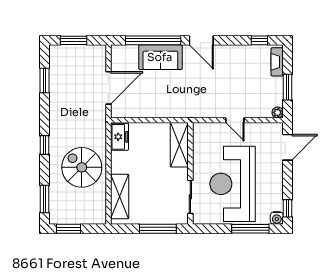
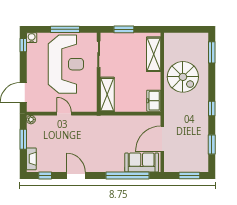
door: (201, 40) -> (76, 176), moved
sofa: (160, 57) -> (142, 162), moved
window: (44, 145) -> (212, 108), moved
window: (69, 229) -> (193, 29), removed
window: (158, 229) -> (124, 29), width x0.69
window: (250, 229) -> (65, 29), moved

